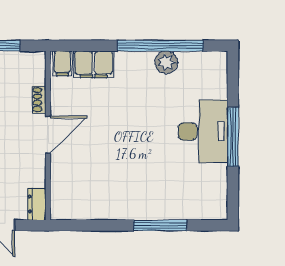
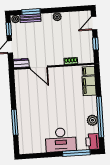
printer: (211, 65) -> (93, 142), added
door: (48, 135) -> (39, 67), moved
window: (233, 137) -> (76, 153), moved

